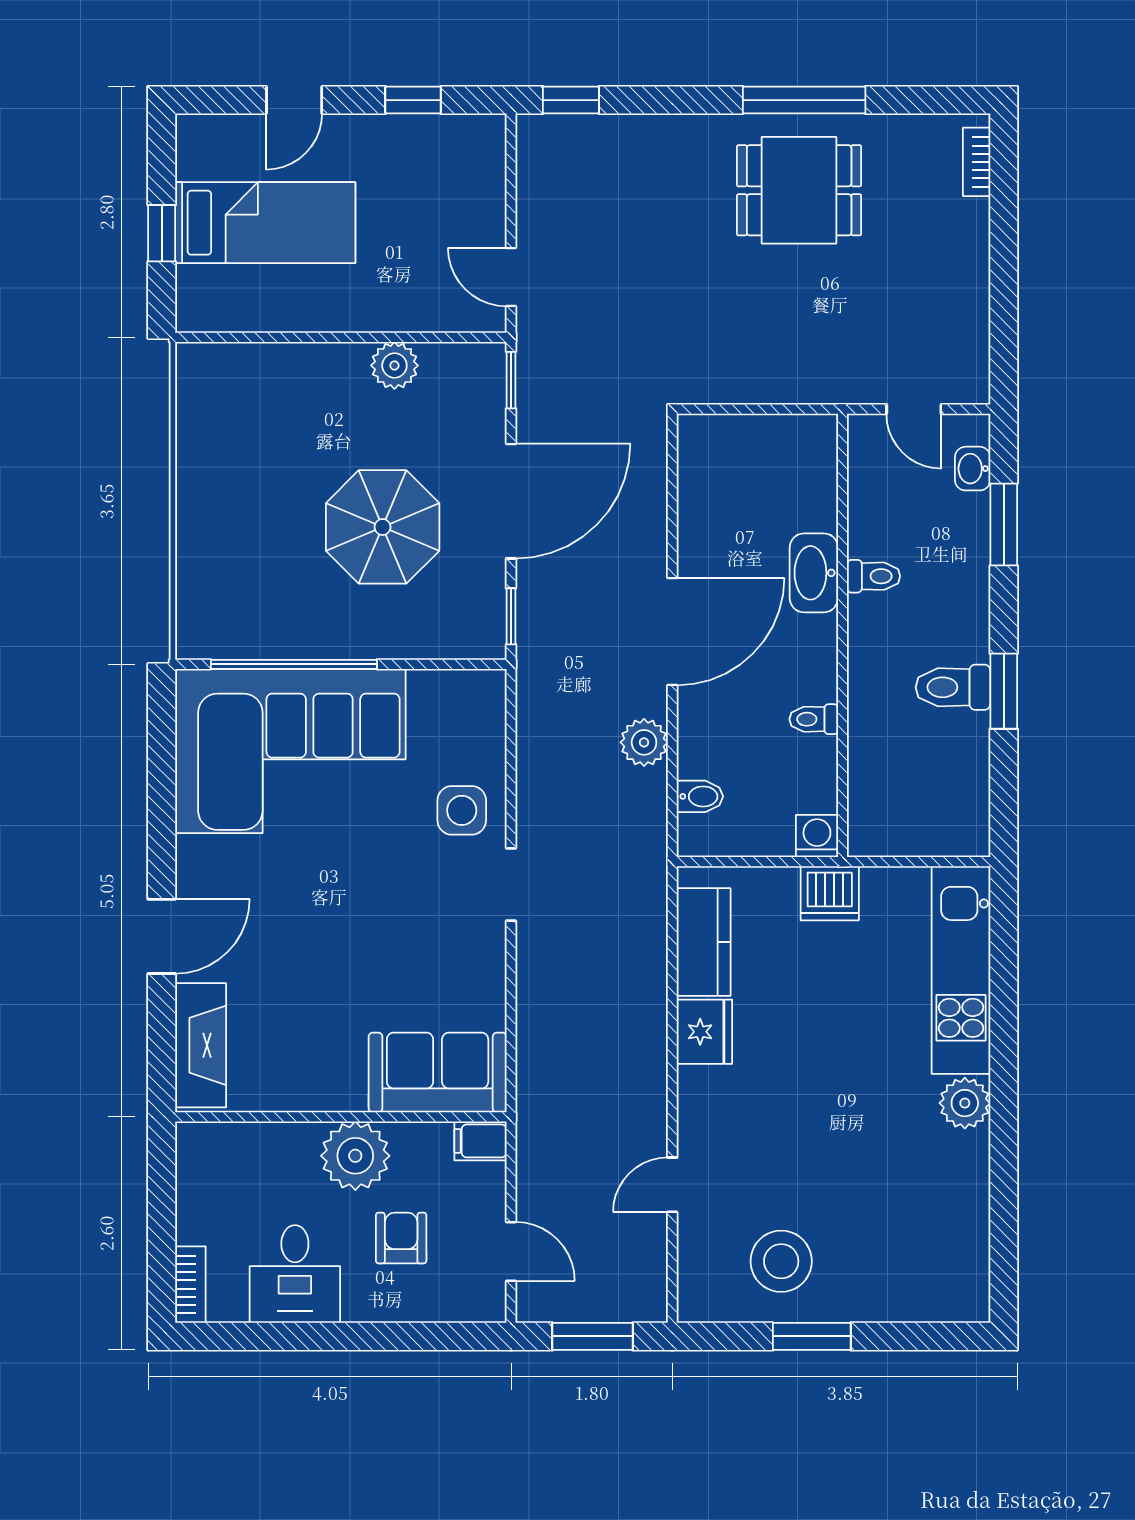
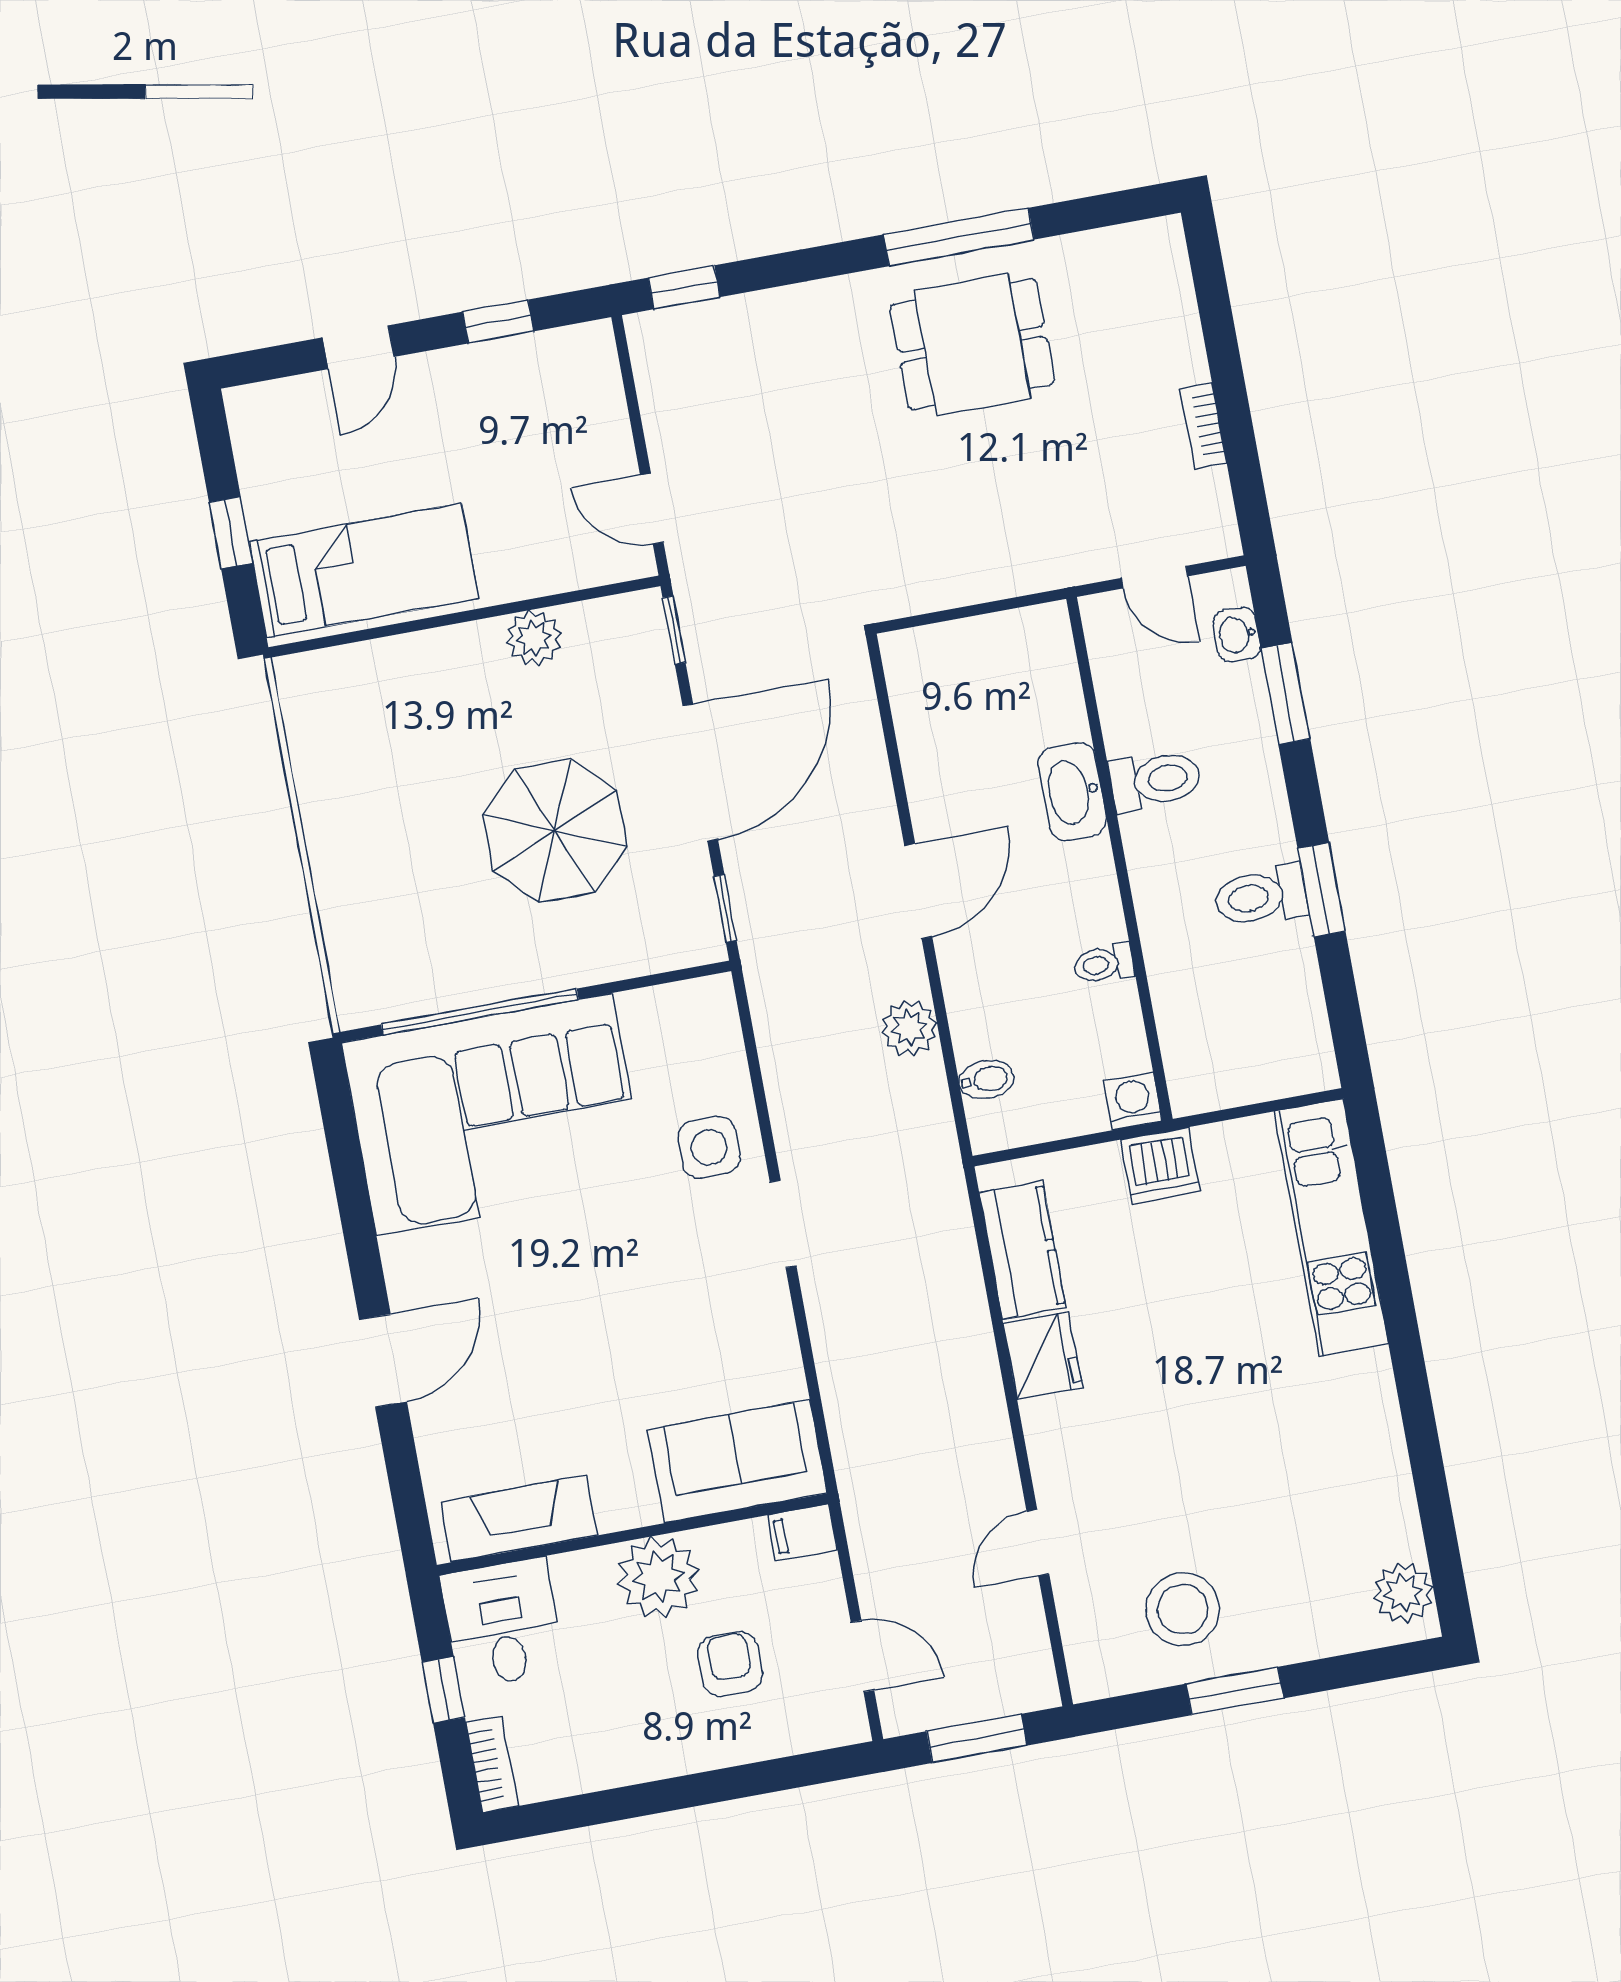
bookcase: (977, 162) -> (1203, 426), moved
bed: (265, 223) -> (364, 570), moved
toilet: (874, 576) -> (1155, 780), width x1.37, depth x1.39
door: (672, 631) -> (918, 891), width x0.73
fireplace: (201, 1045) -> (519, 1519), moved, turned -90
plant: (965, 1103) -> (1403, 1593), moved
window: (162, 1216) -> (443, 1690), added
desk: (295, 1274) -> (503, 1623), moved, turned 180

